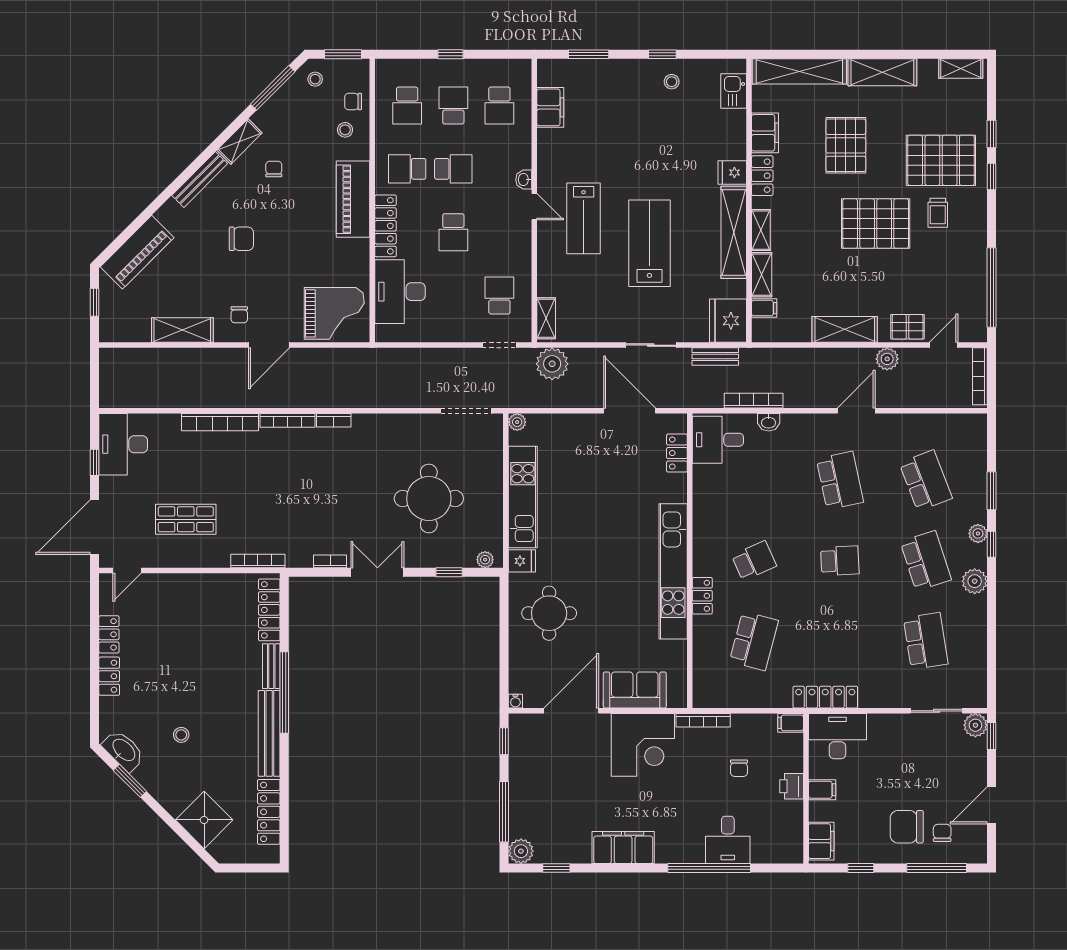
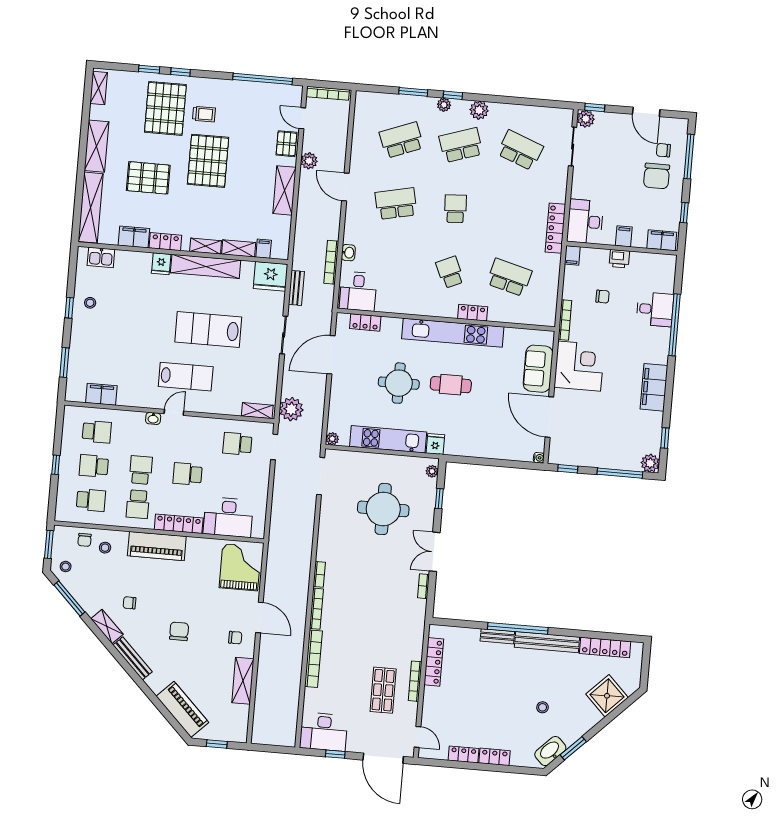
school desk: (453, 232) -> (188, 474), turned 180
bookcase: (258, 561) -> (415, 681), moved
cafe table: (603, 575) -> (451, 385), added
locker: (269, 610) -> (434, 662), moved, turned -90
round table: (549, 613) -> (399, 383), moved
school desk: (926, 641) -> (520, 150), turned 30

